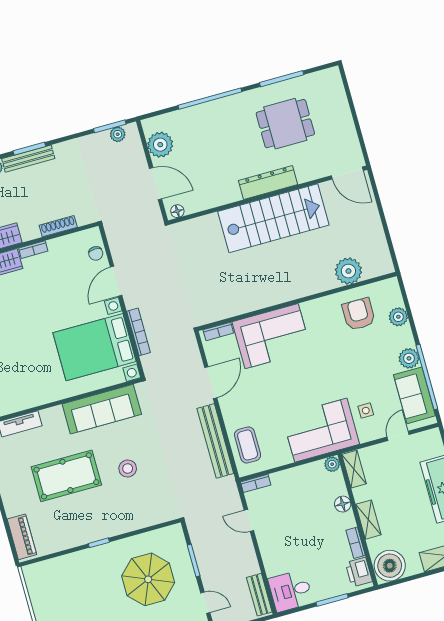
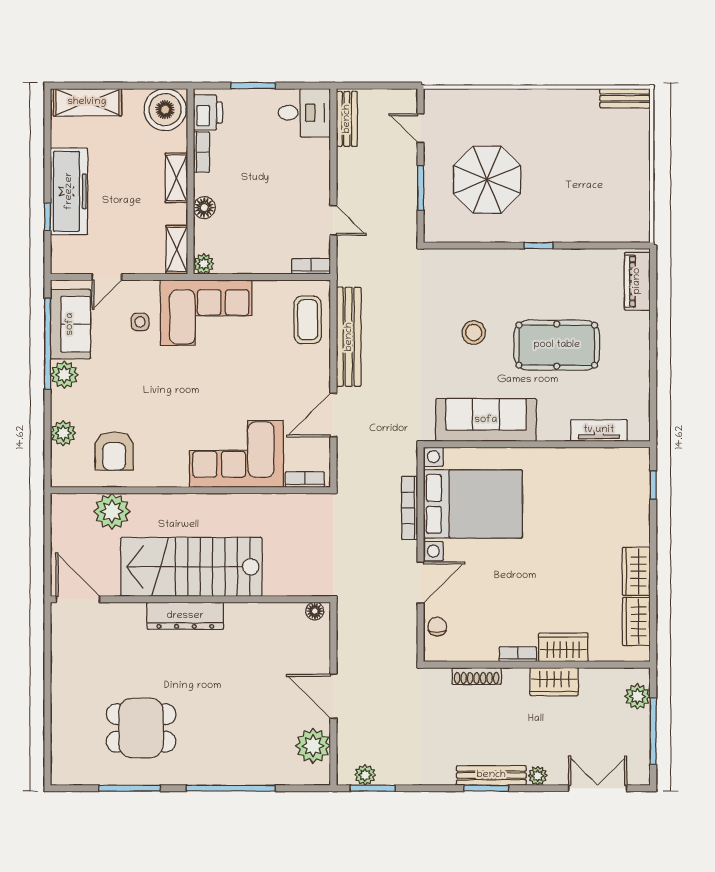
door: (347, 173) -> (78, 599), moved
dresser: (268, 182) -> (185, 616), moved
wall: (268, 195) -> (190, 599), moved
floor lamp: (177, 211) -> (315, 611), moved
stairs: (273, 218) -> (191, 567), moved

